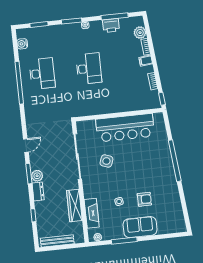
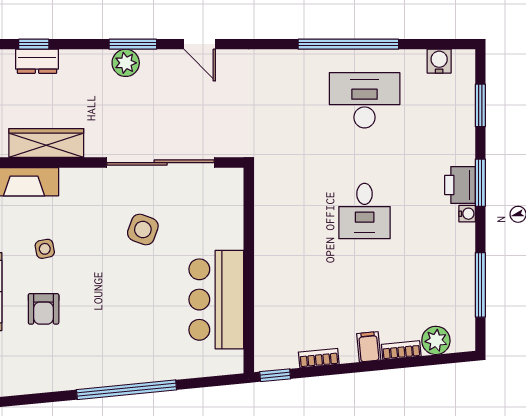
printer: (111, 25) -> (460, 185), moved
desk: (89, 68) -> (365, 211), width x0.73
desk: (42, 73) -> (365, 100), turned 180
bar counter: (125, 128) -> (216, 300), width x0.73
dresser: (38, 191) -> (37, 61), moved

